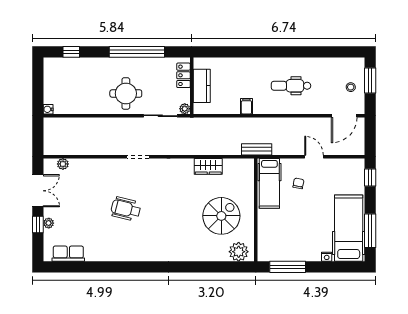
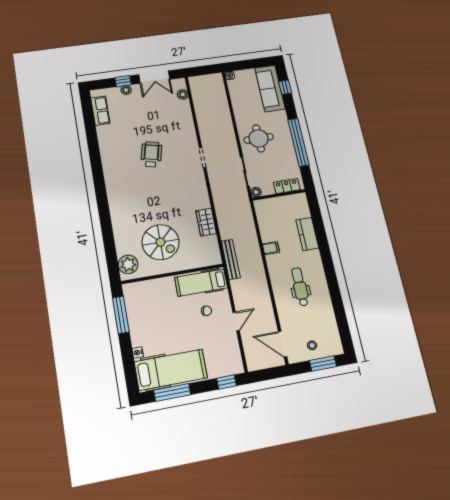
sofa: (70, 69) -> (270, 88), added
kitchen counter: (202, 86) -> (307, 234), moved, turned 90
bench: (257, 149) -> (231, 259), width x1.36

